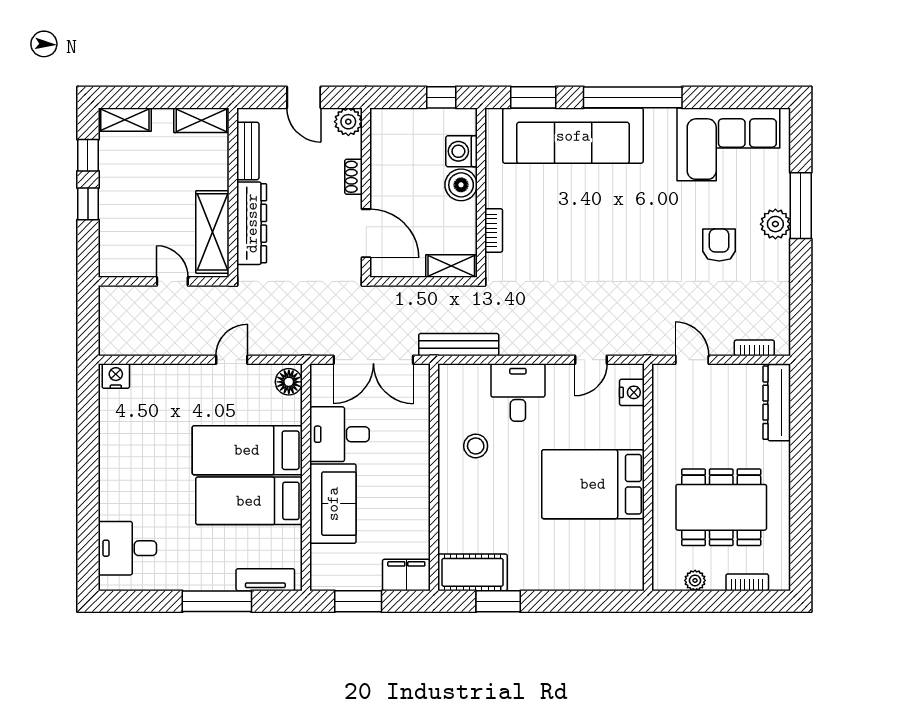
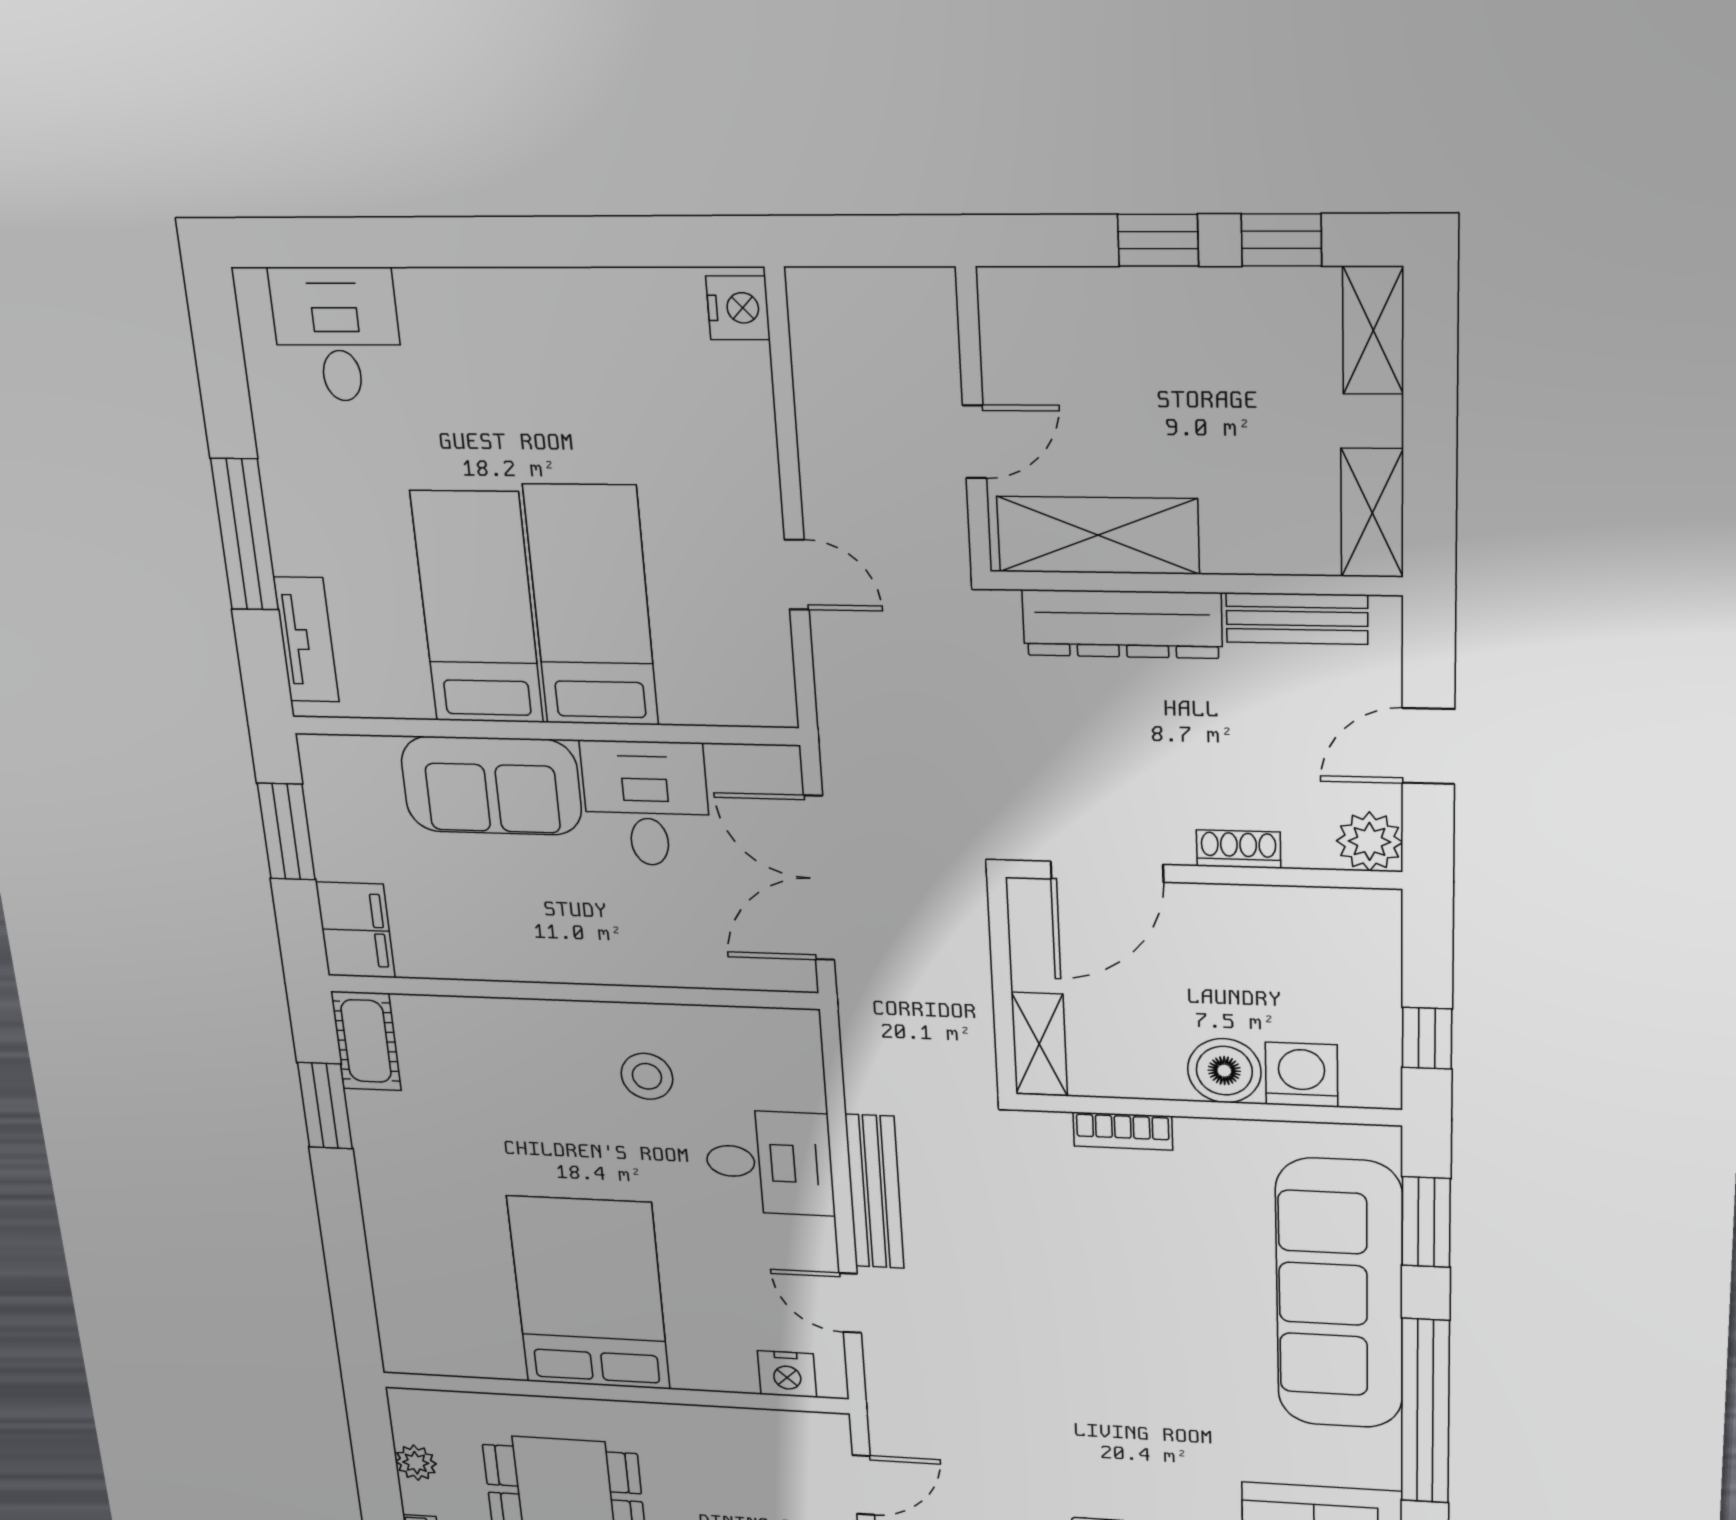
bench: (459, 345) -> (875, 1192), moved
floor lamp: (289, 382) -> (755, 699), removed
cot: (473, 572) -> (366, 1041), width x0.73, depth x0.75

